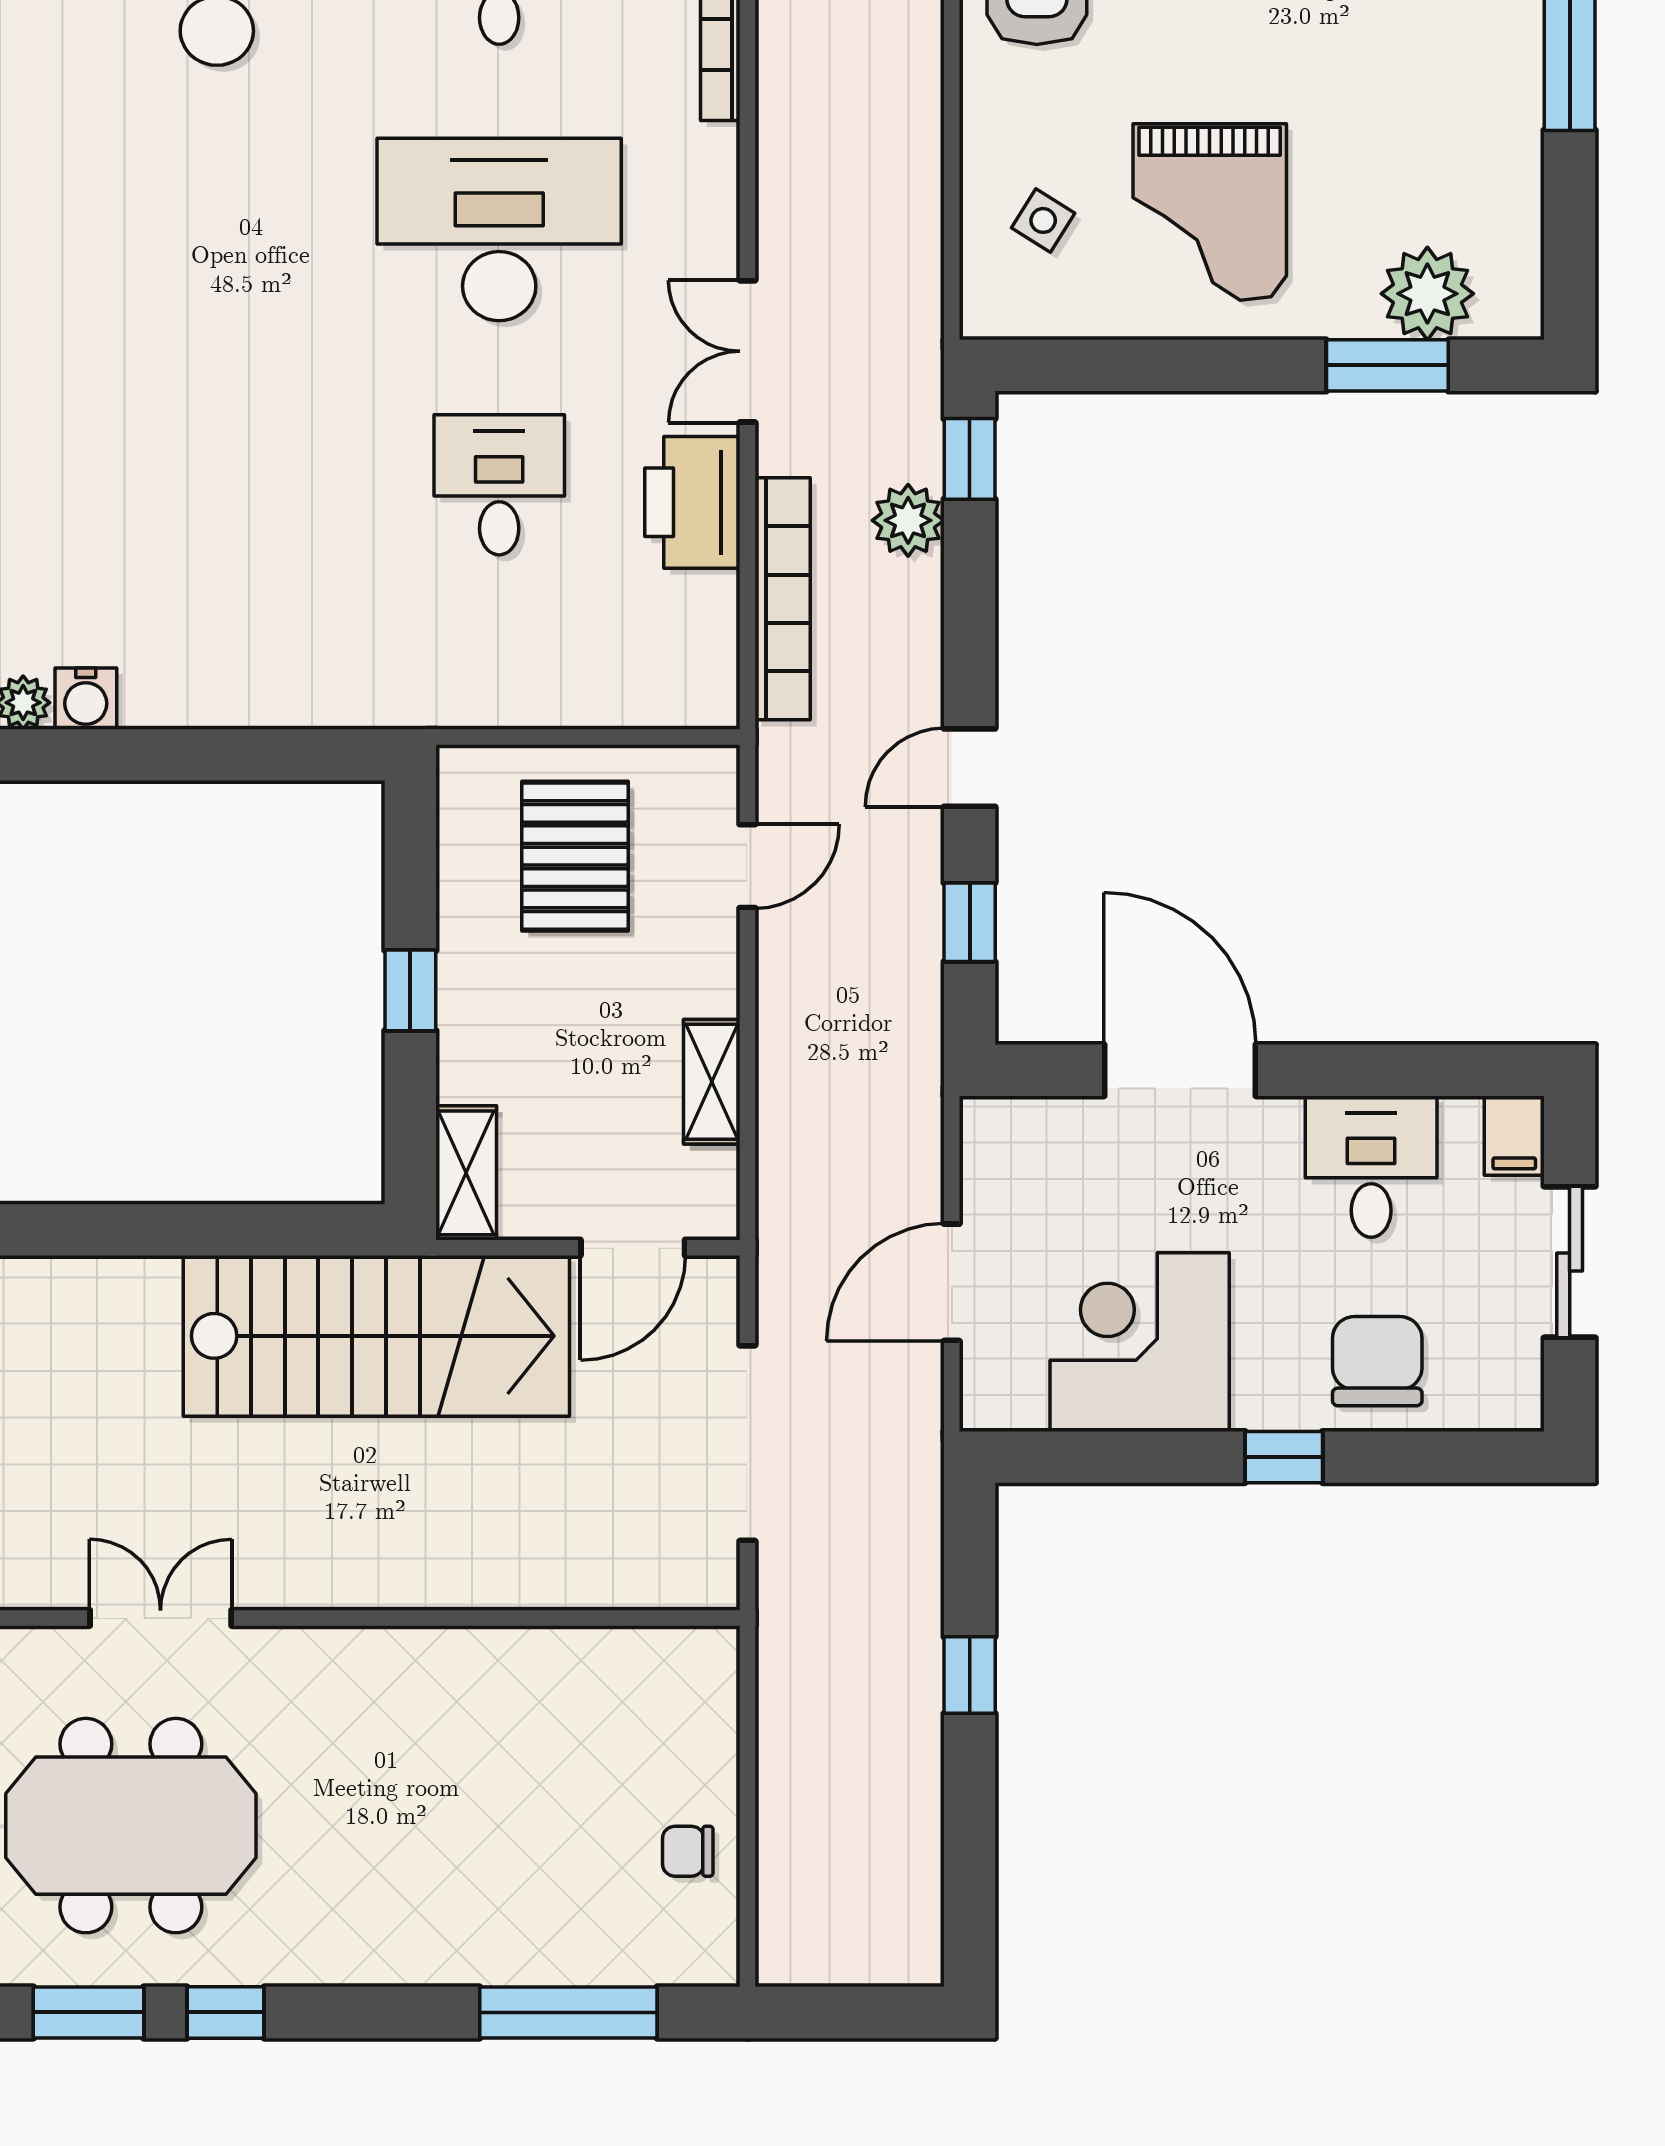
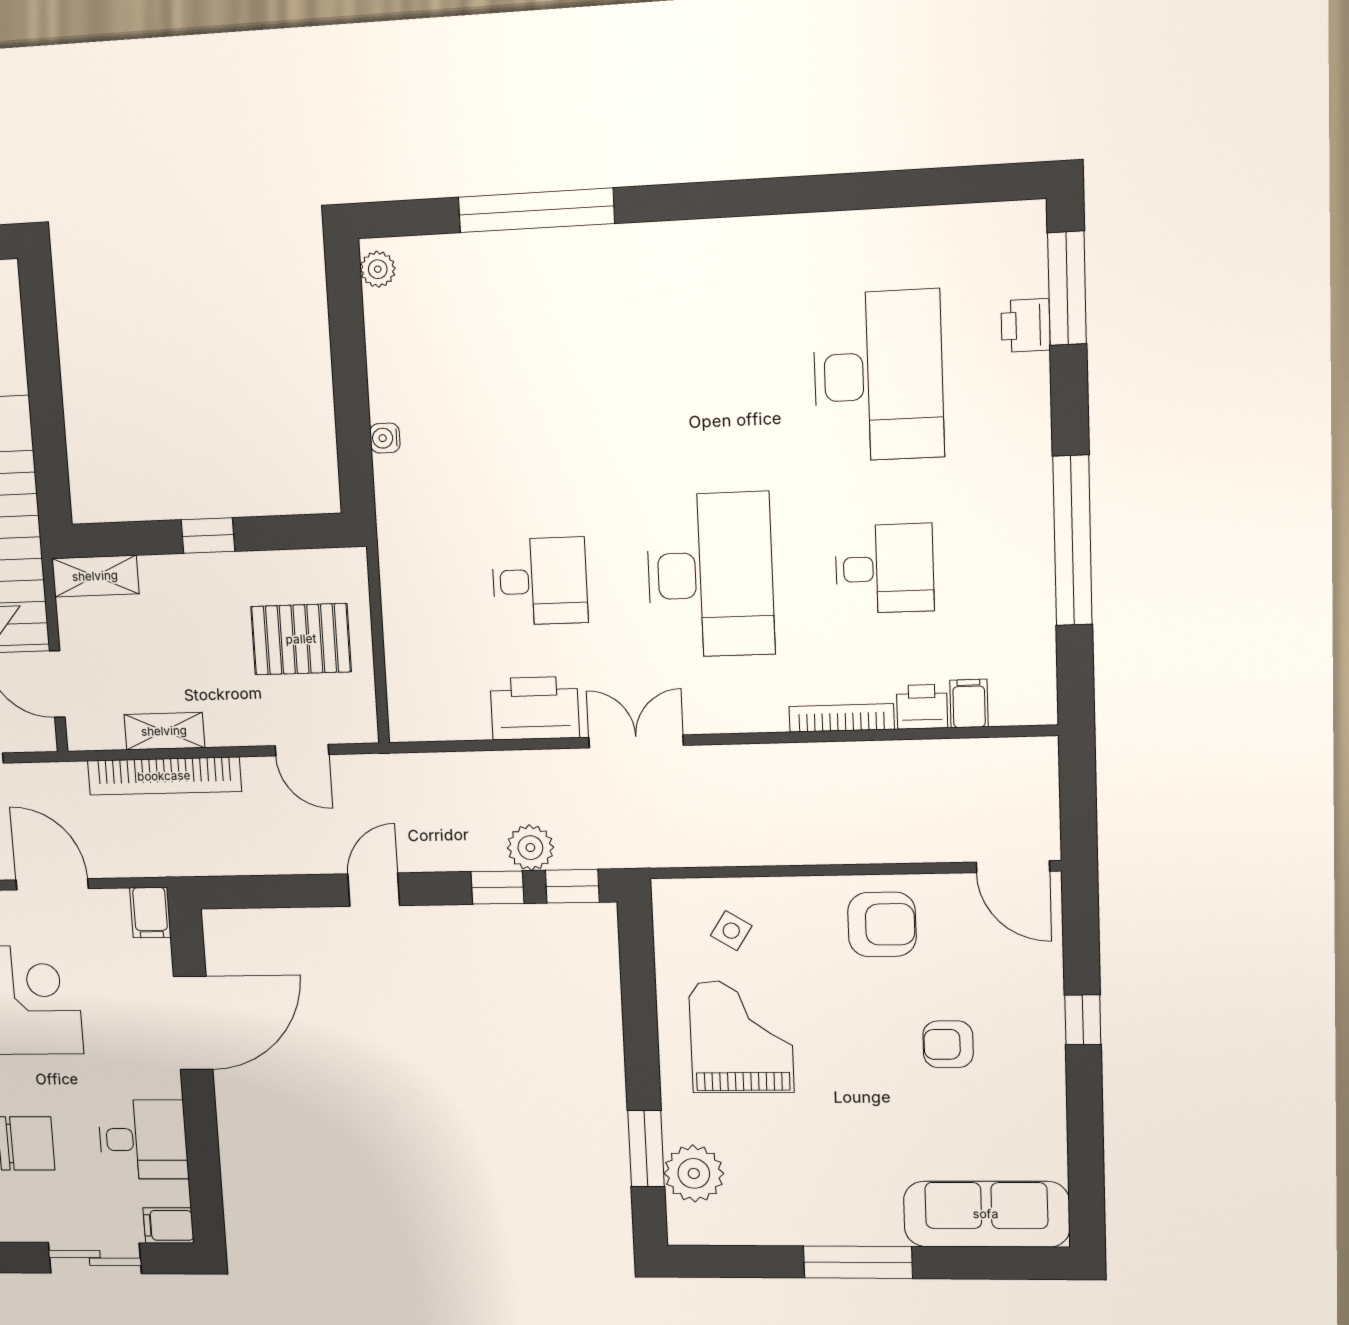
grand piano: (1210, 212) -> (741, 1037), turned 90
bookcase: (783, 599) -> (164, 776), moved
water cooler: (86, 699) -> (385, 438), moved, width x0.72, depth x0.72
door: (970, 768) -> (374, 890), hinge flipped
window: (970, 922) -> (497, 887), moved
filing cabinet: (1000, 1126) -> (150, 913), added

